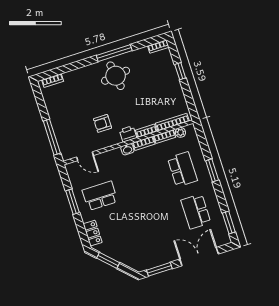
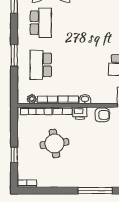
window: (114, 53) -> (95, 191), moved
round table: (116, 76) -> (54, 143), moved
armchair: (103, 123) -> (102, 115), moved

